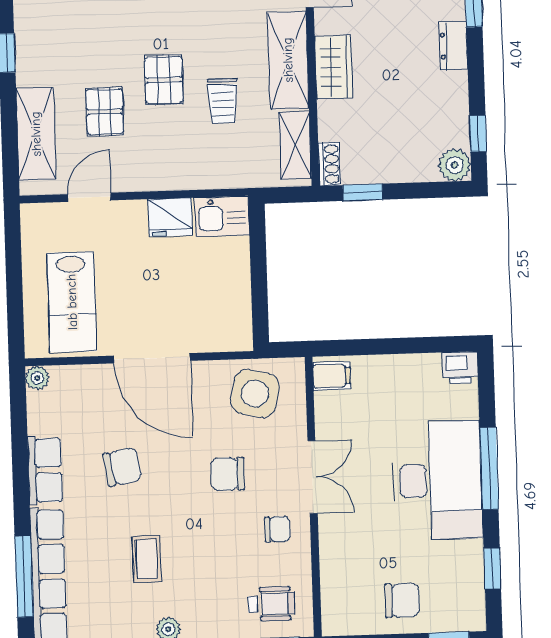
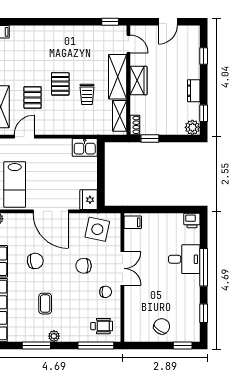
dresser: (453, 45) -> (194, 91), moved
fridge: (170, 217) -> (89, 200), moved, turned 90
desk: (437, 480) -> (184, 259), width x0.53, depth x0.77
chair: (402, 600) -> (162, 326), turned -55

